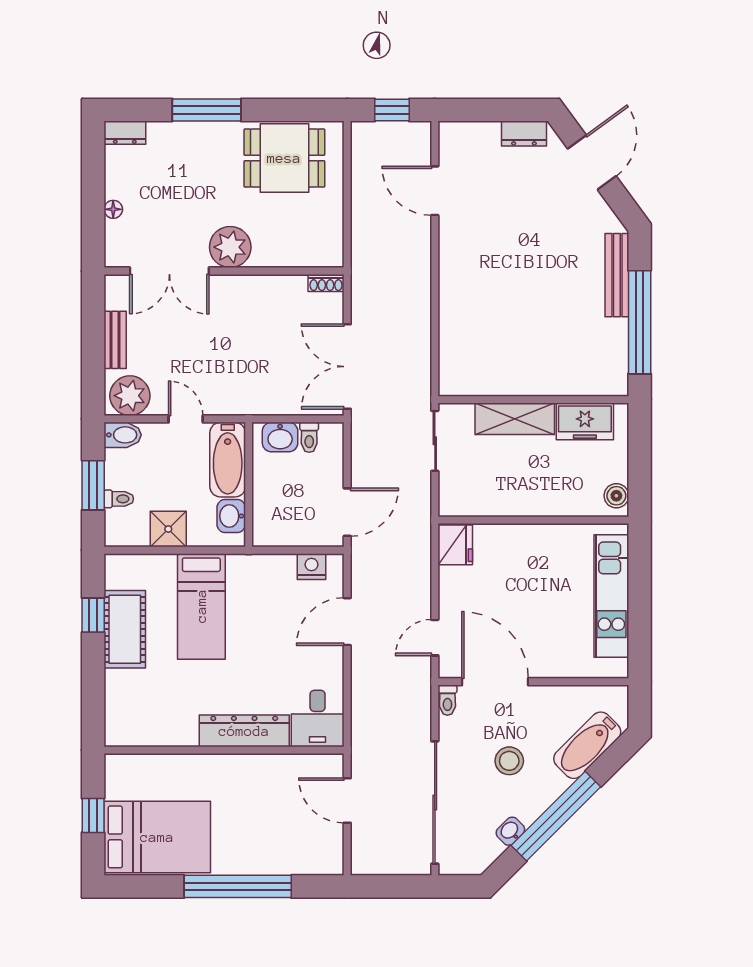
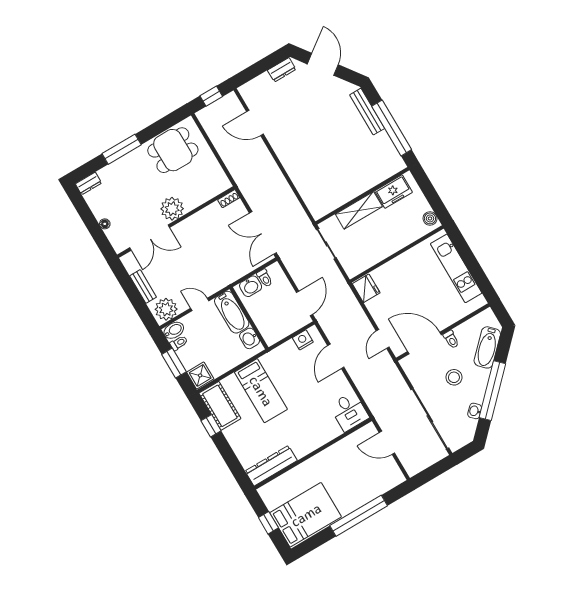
toilet: (119, 499) -> (179, 343), moved
shower: (168, 529) -> (200, 375), moved
cot: (125, 629) -> (220, 406), moved
toilet: (447, 700) -> (451, 339), moved
dresser: (244, 731) -> (271, 466), moved

